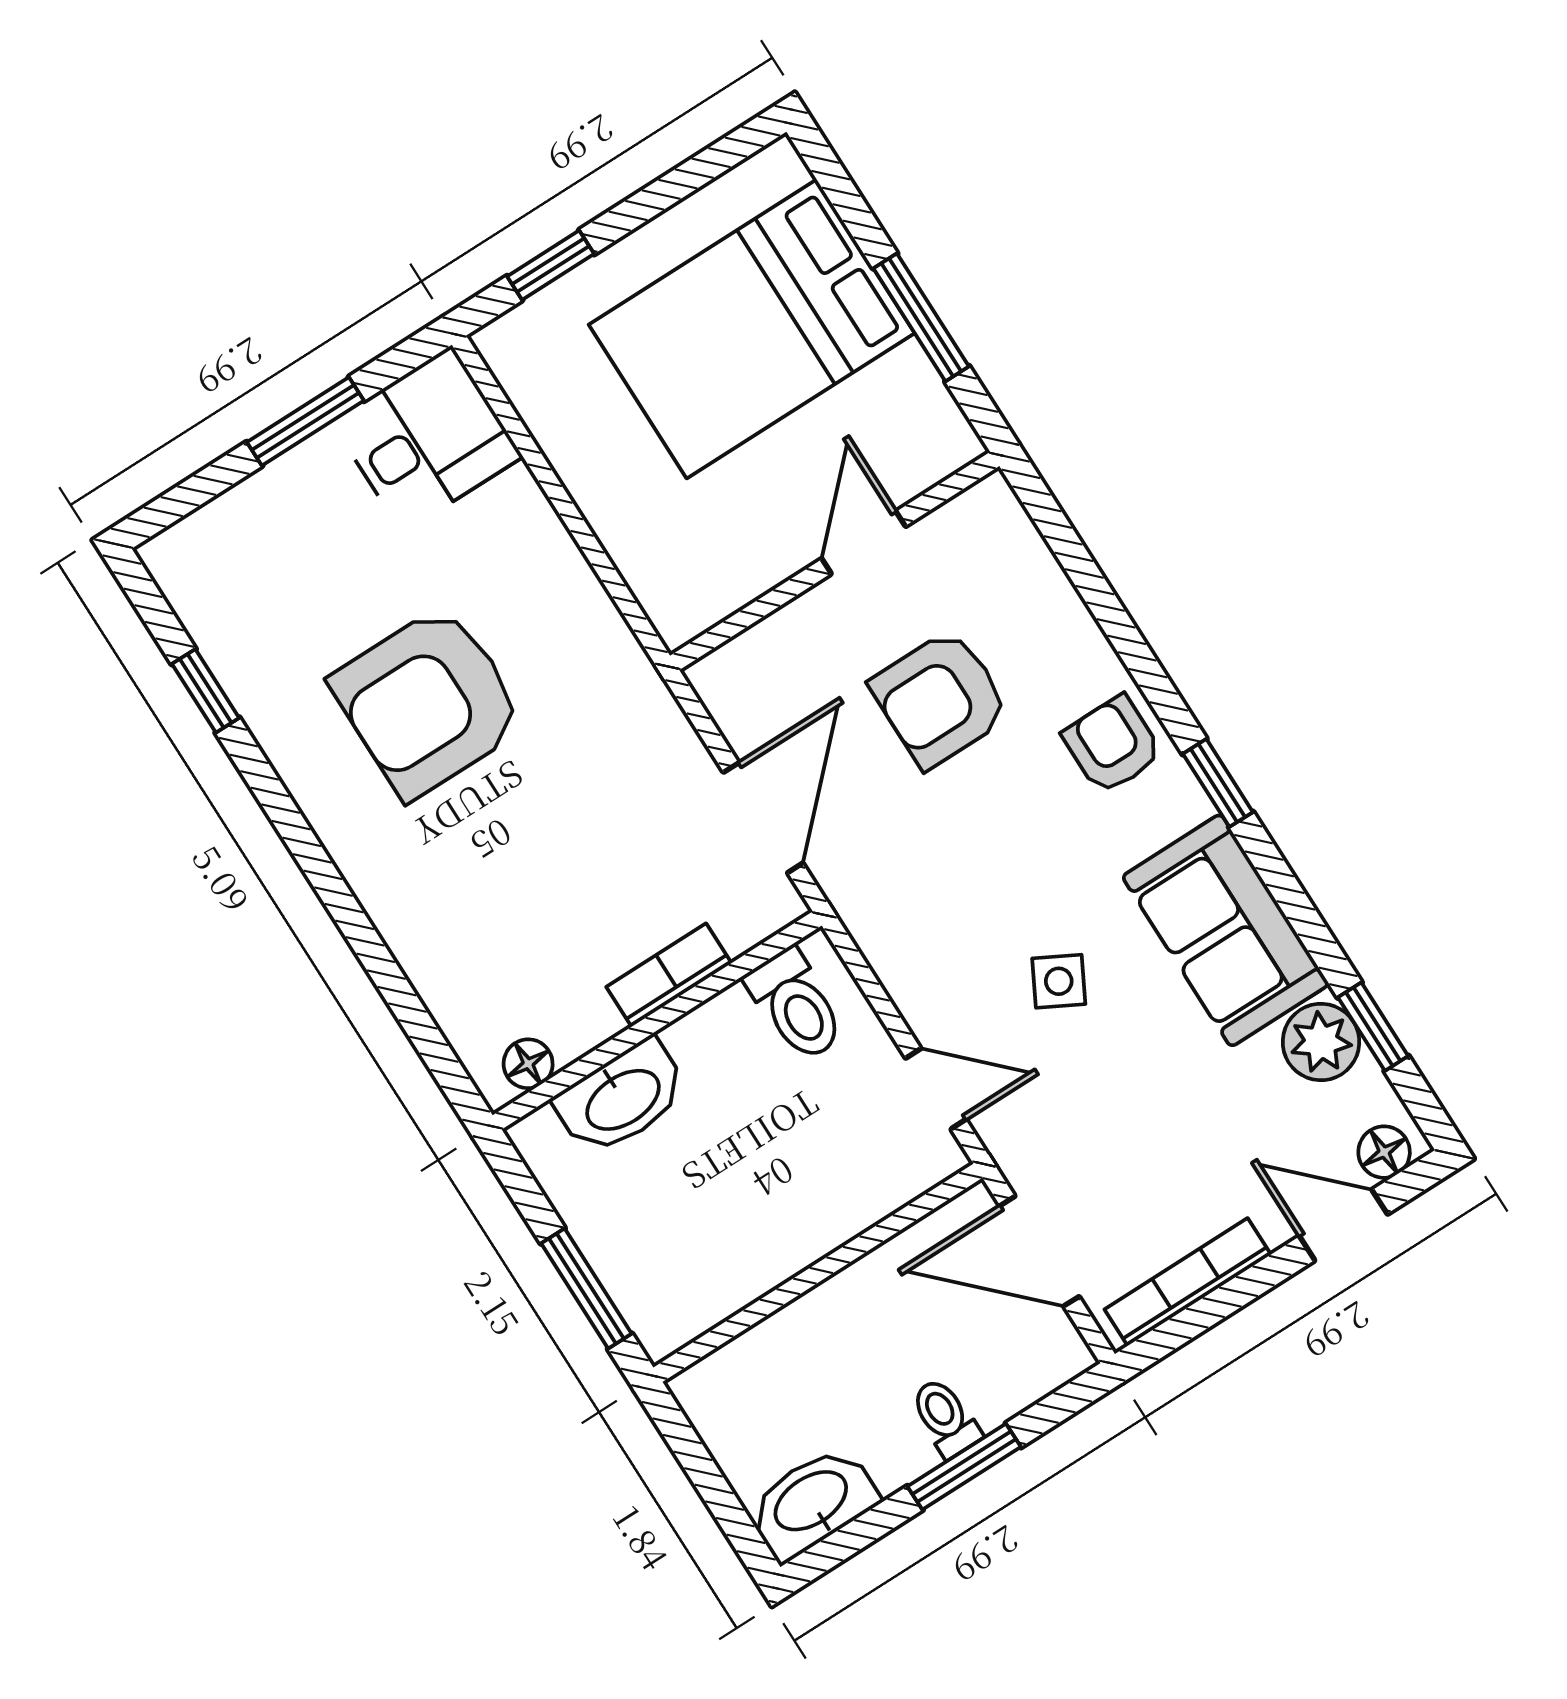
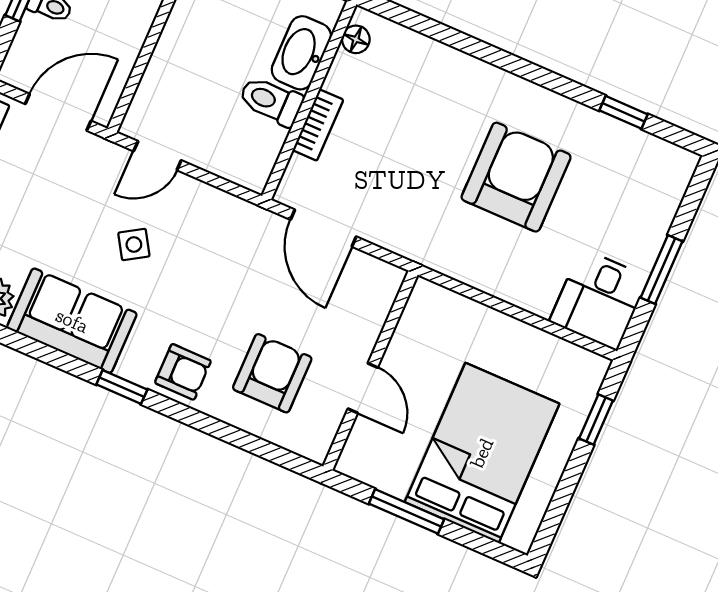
armchair: (940, 699) -> (272, 373), moved
side table: (1059, 981) -> (134, 244), turned 30
toilet: (796, 1005) -> (271, 101), moved

